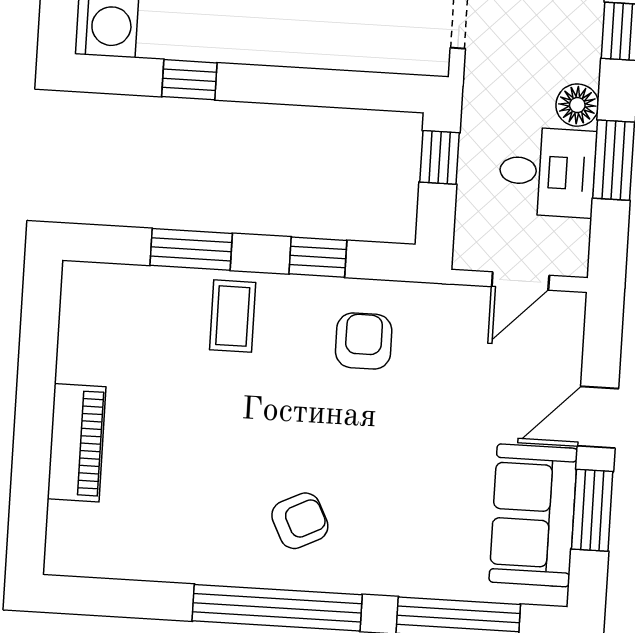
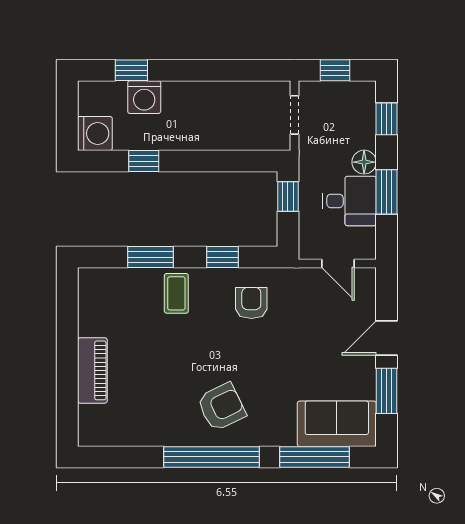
door: (520, 281) -> (338, 264), hinge flipped
sofa: (533, 515) -> (337, 424), moved, turned 90
armchair: (300, 521) -> (221, 407), width x1.38, depth x1.38

